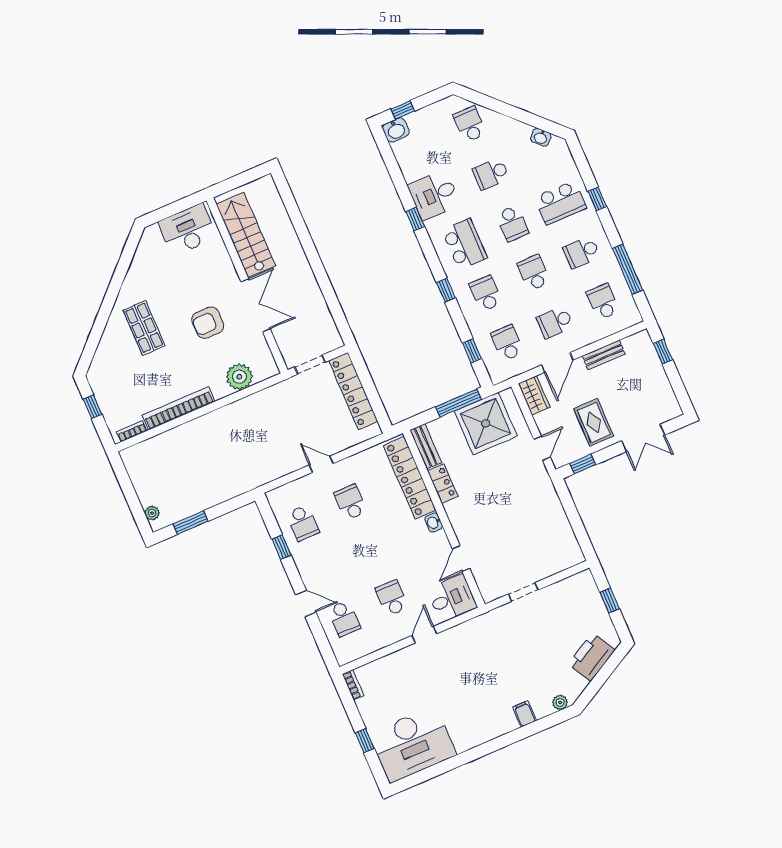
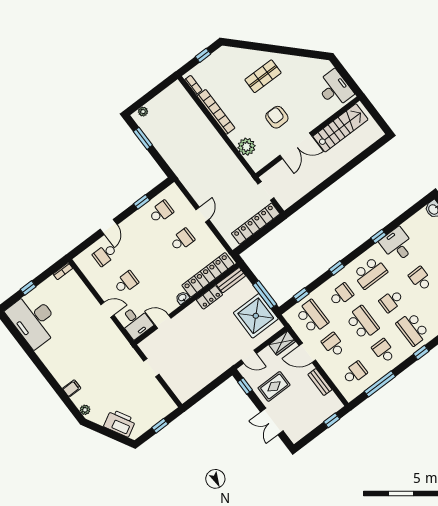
school desk: (534, 273) -> (362, 323), width x1.85
school desk: (507, 343) -> (312, 317), width x1.85
school desk: (303, 523) -> (161, 212), turned 180

